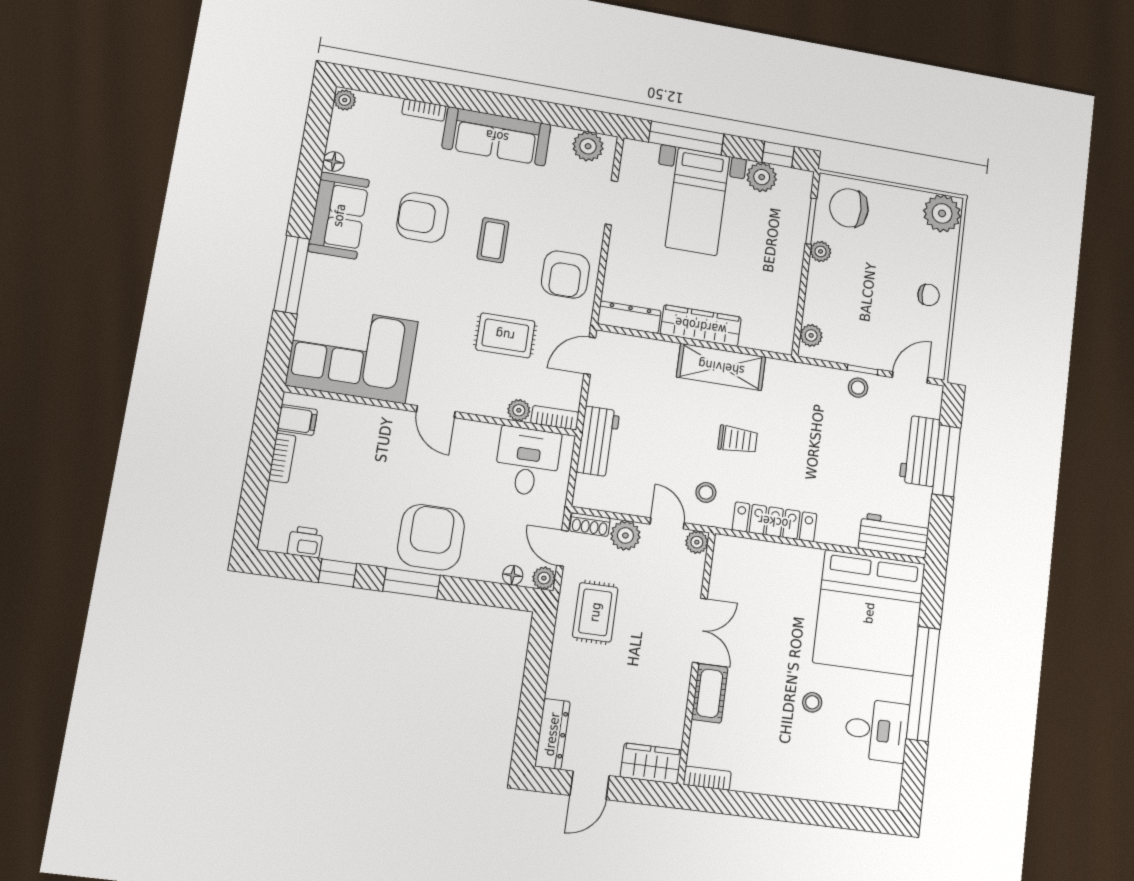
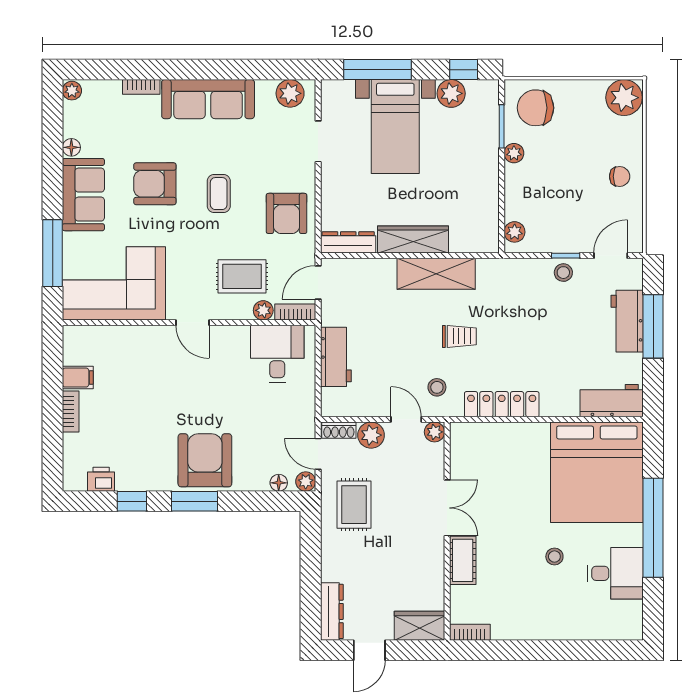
corner sofa: (352, 353) -> (114, 283), moved
plant: (519, 410) -> (263, 310), moved
wall: (432, 411) -> (189, 323), moved
door: (436, 412) -> (192, 323), moved
bookcase: (555, 418) -> (295, 312), moved
desk: (528, 462) -> (277, 354), moved

